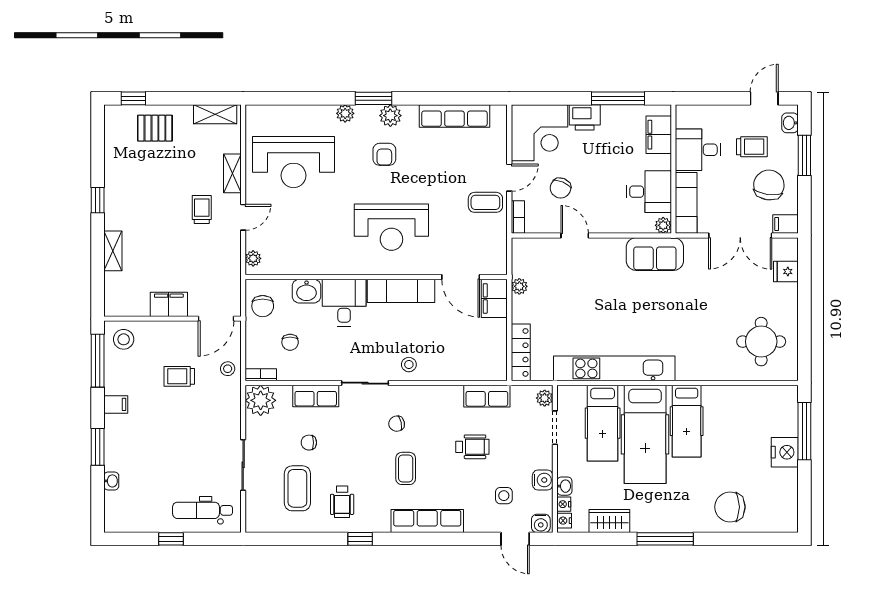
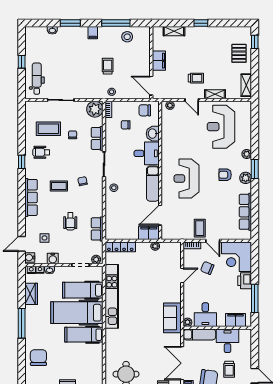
filing cabinet: (169, 304) -> (159, 61), moved
wall: (172, 319) -> (151, 63), moved
door: (216, 319) -> (151, 86), moved

